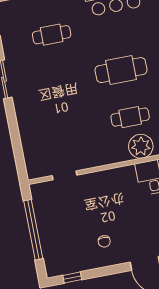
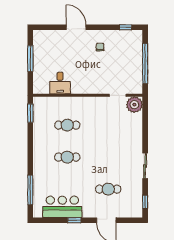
cafe table: (121, 70) -> (67, 157), width x0.73, depth x0.74
plant: (141, 146) -> (134, 105), moved

